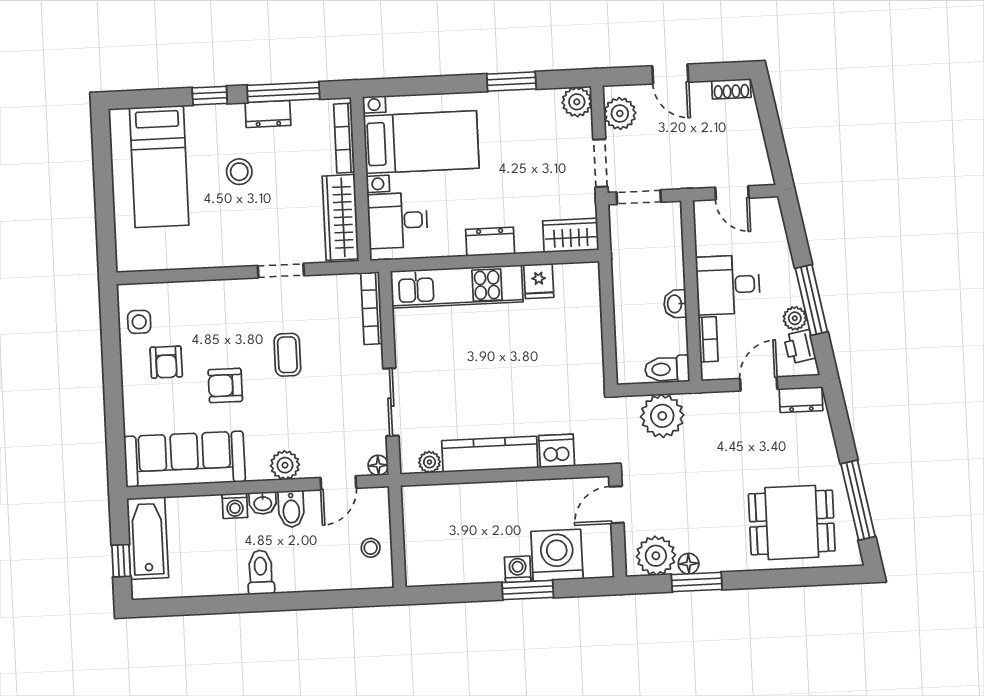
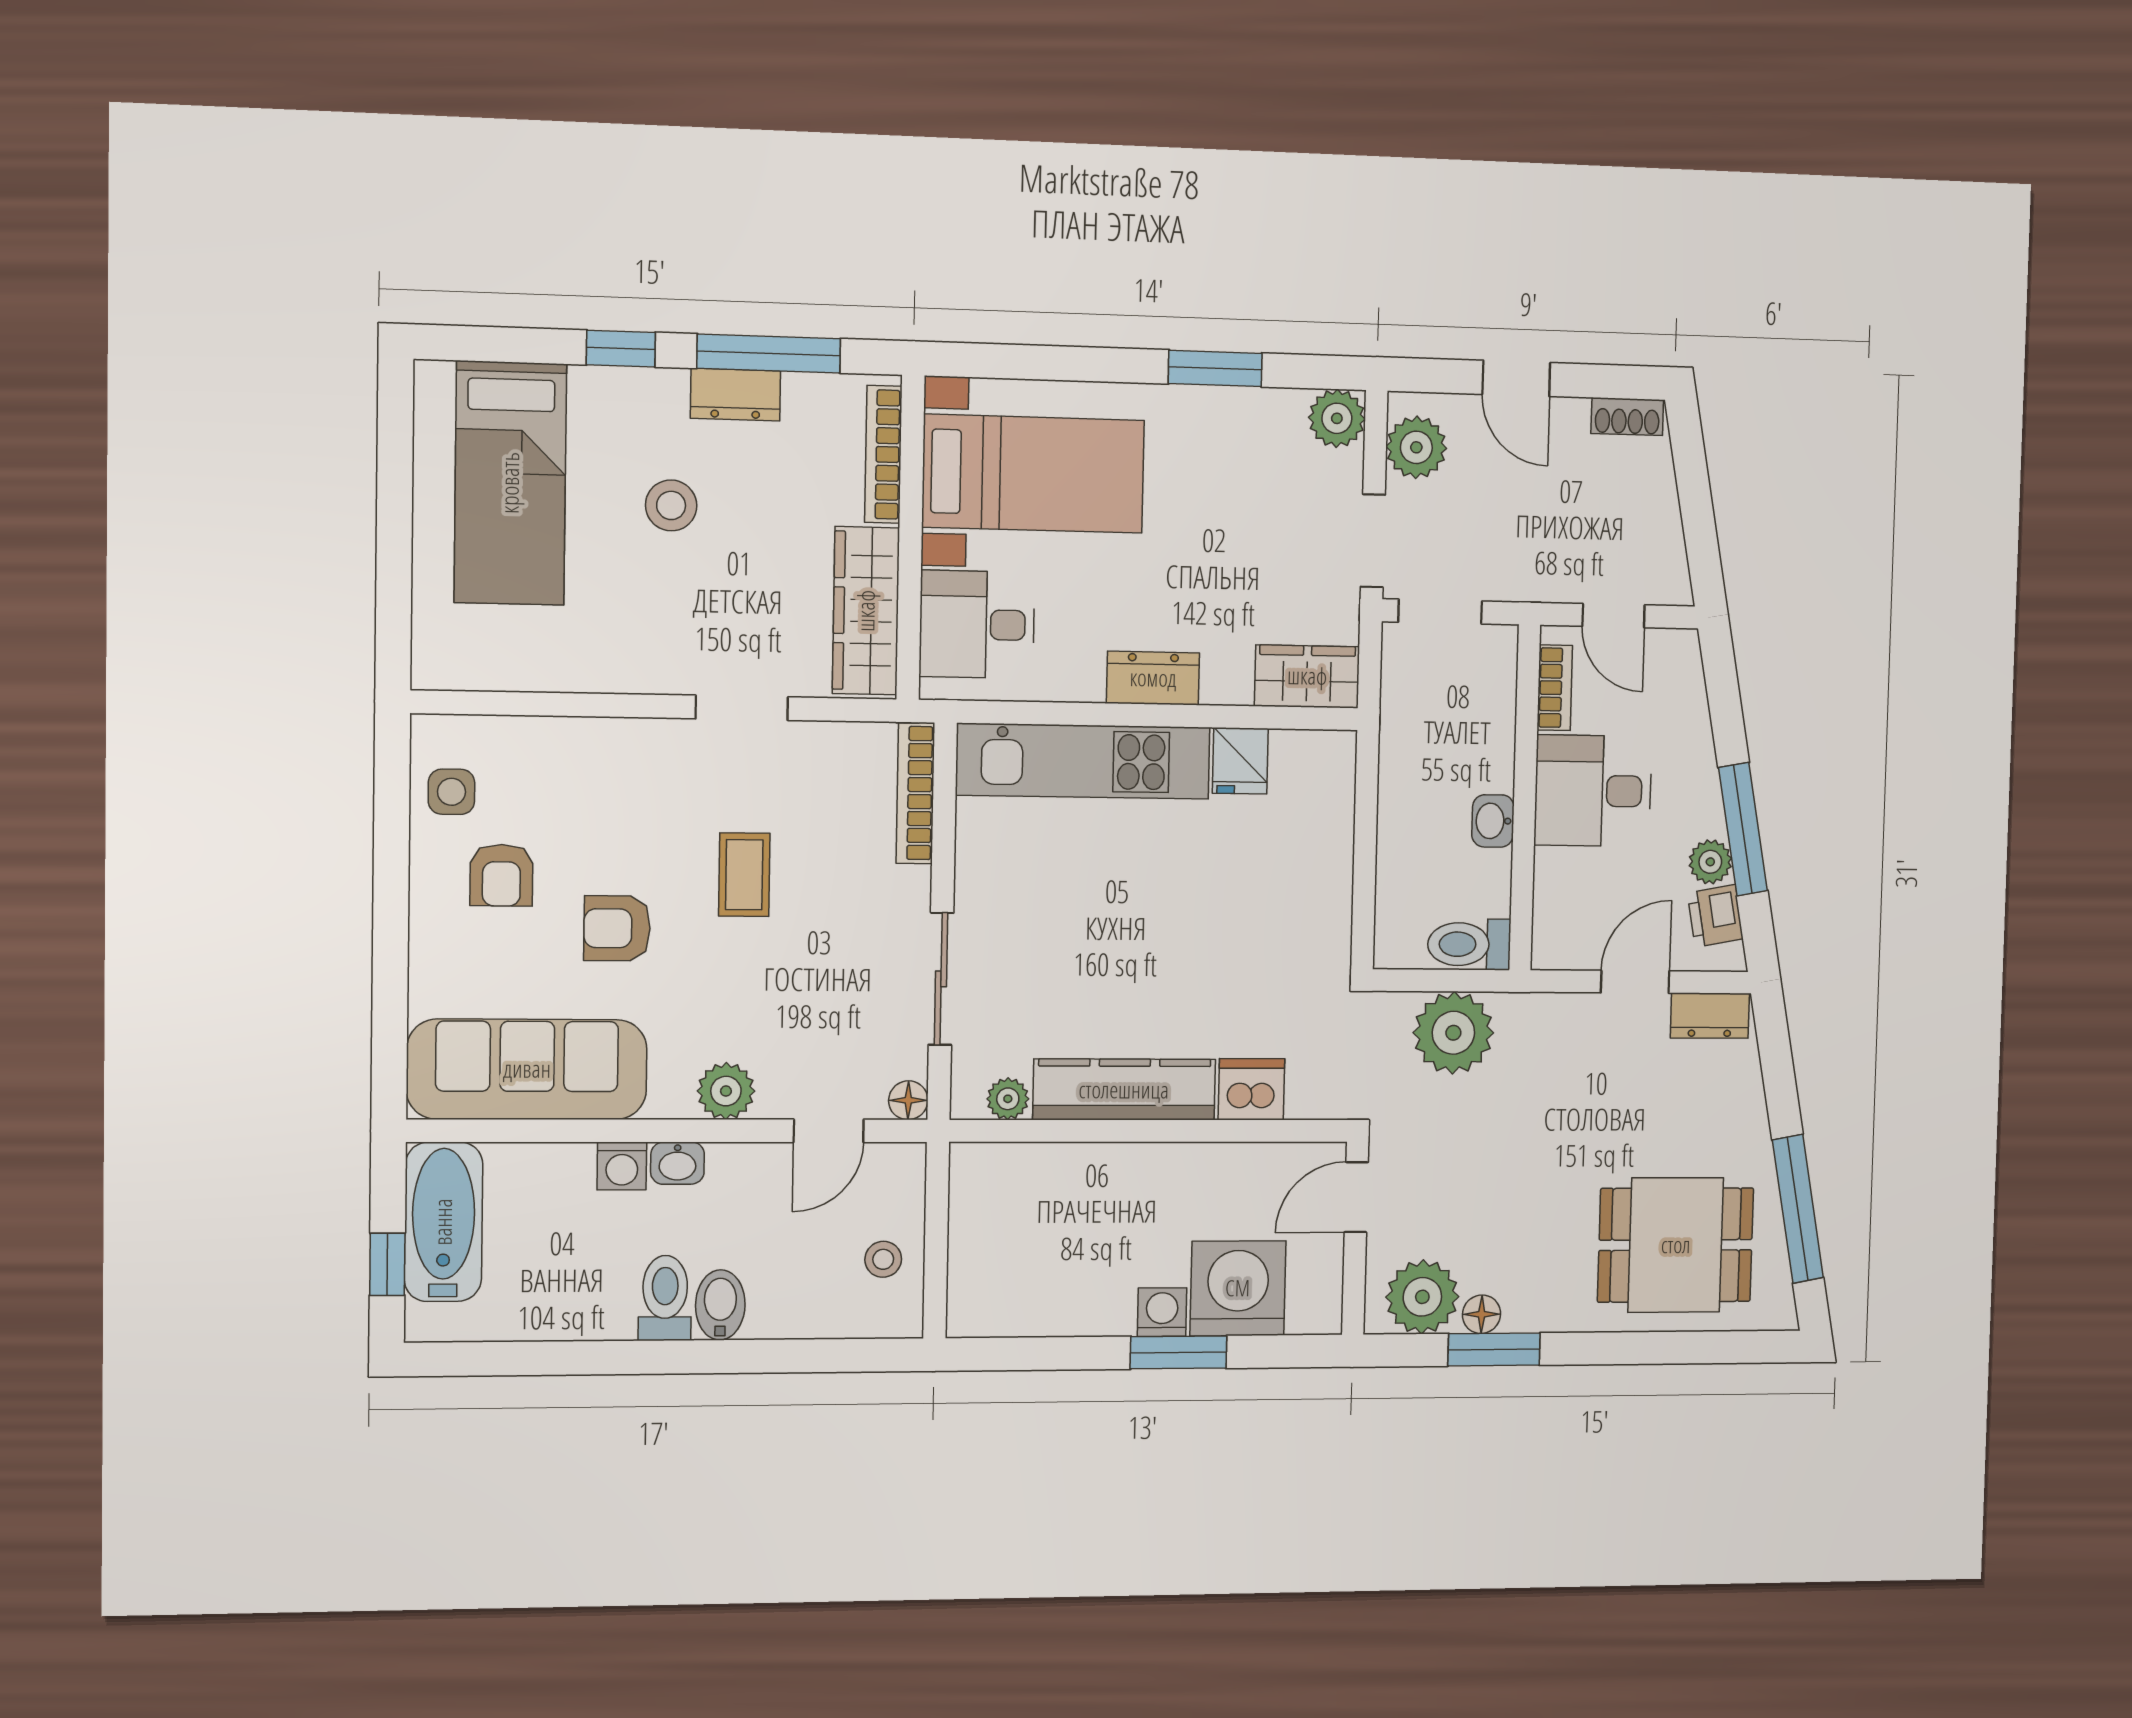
bookcase: (708, 339) -> (1555, 688), moved
bidet: (291, 509) -> (720, 1305), moved, turned 180

